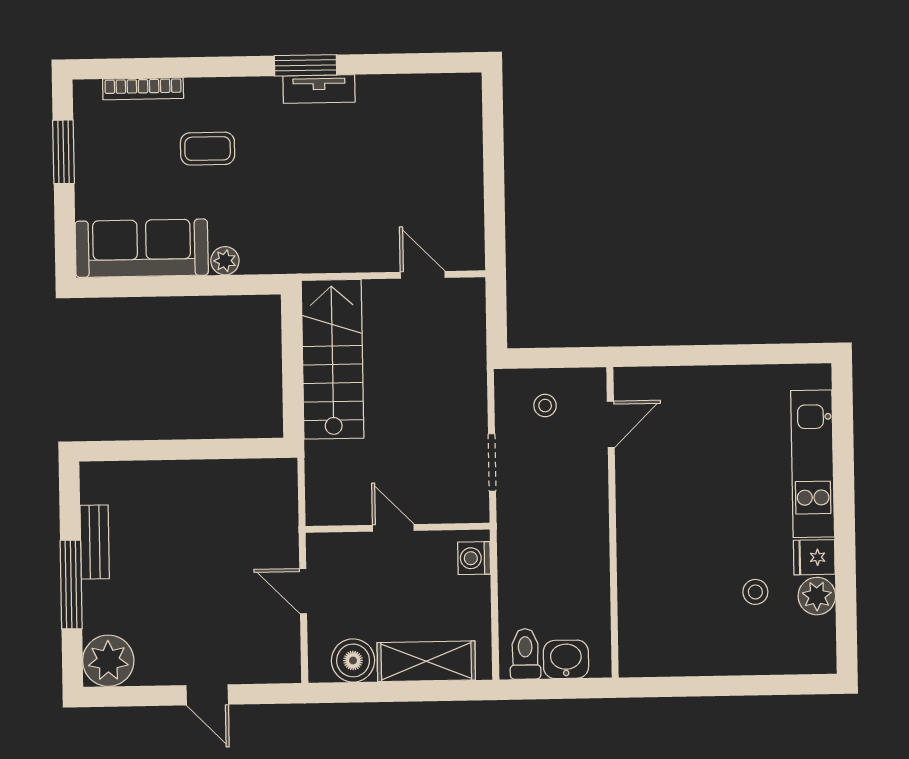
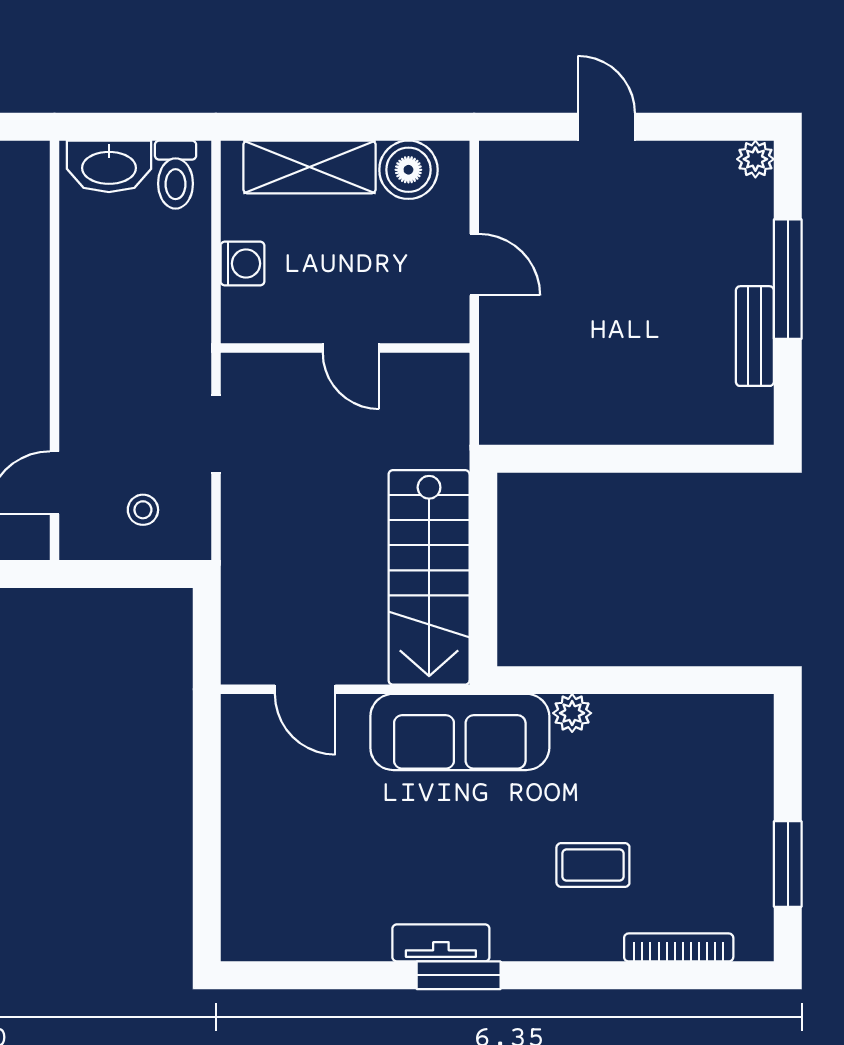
sofa: (142, 248) -> (460, 732), moved
washing machine: (474, 558) -> (242, 264), moved
washbasin: (566, 659) -> (109, 166), width x1.38
plant: (108, 661) -> (755, 159), width x0.53, depth x0.53

